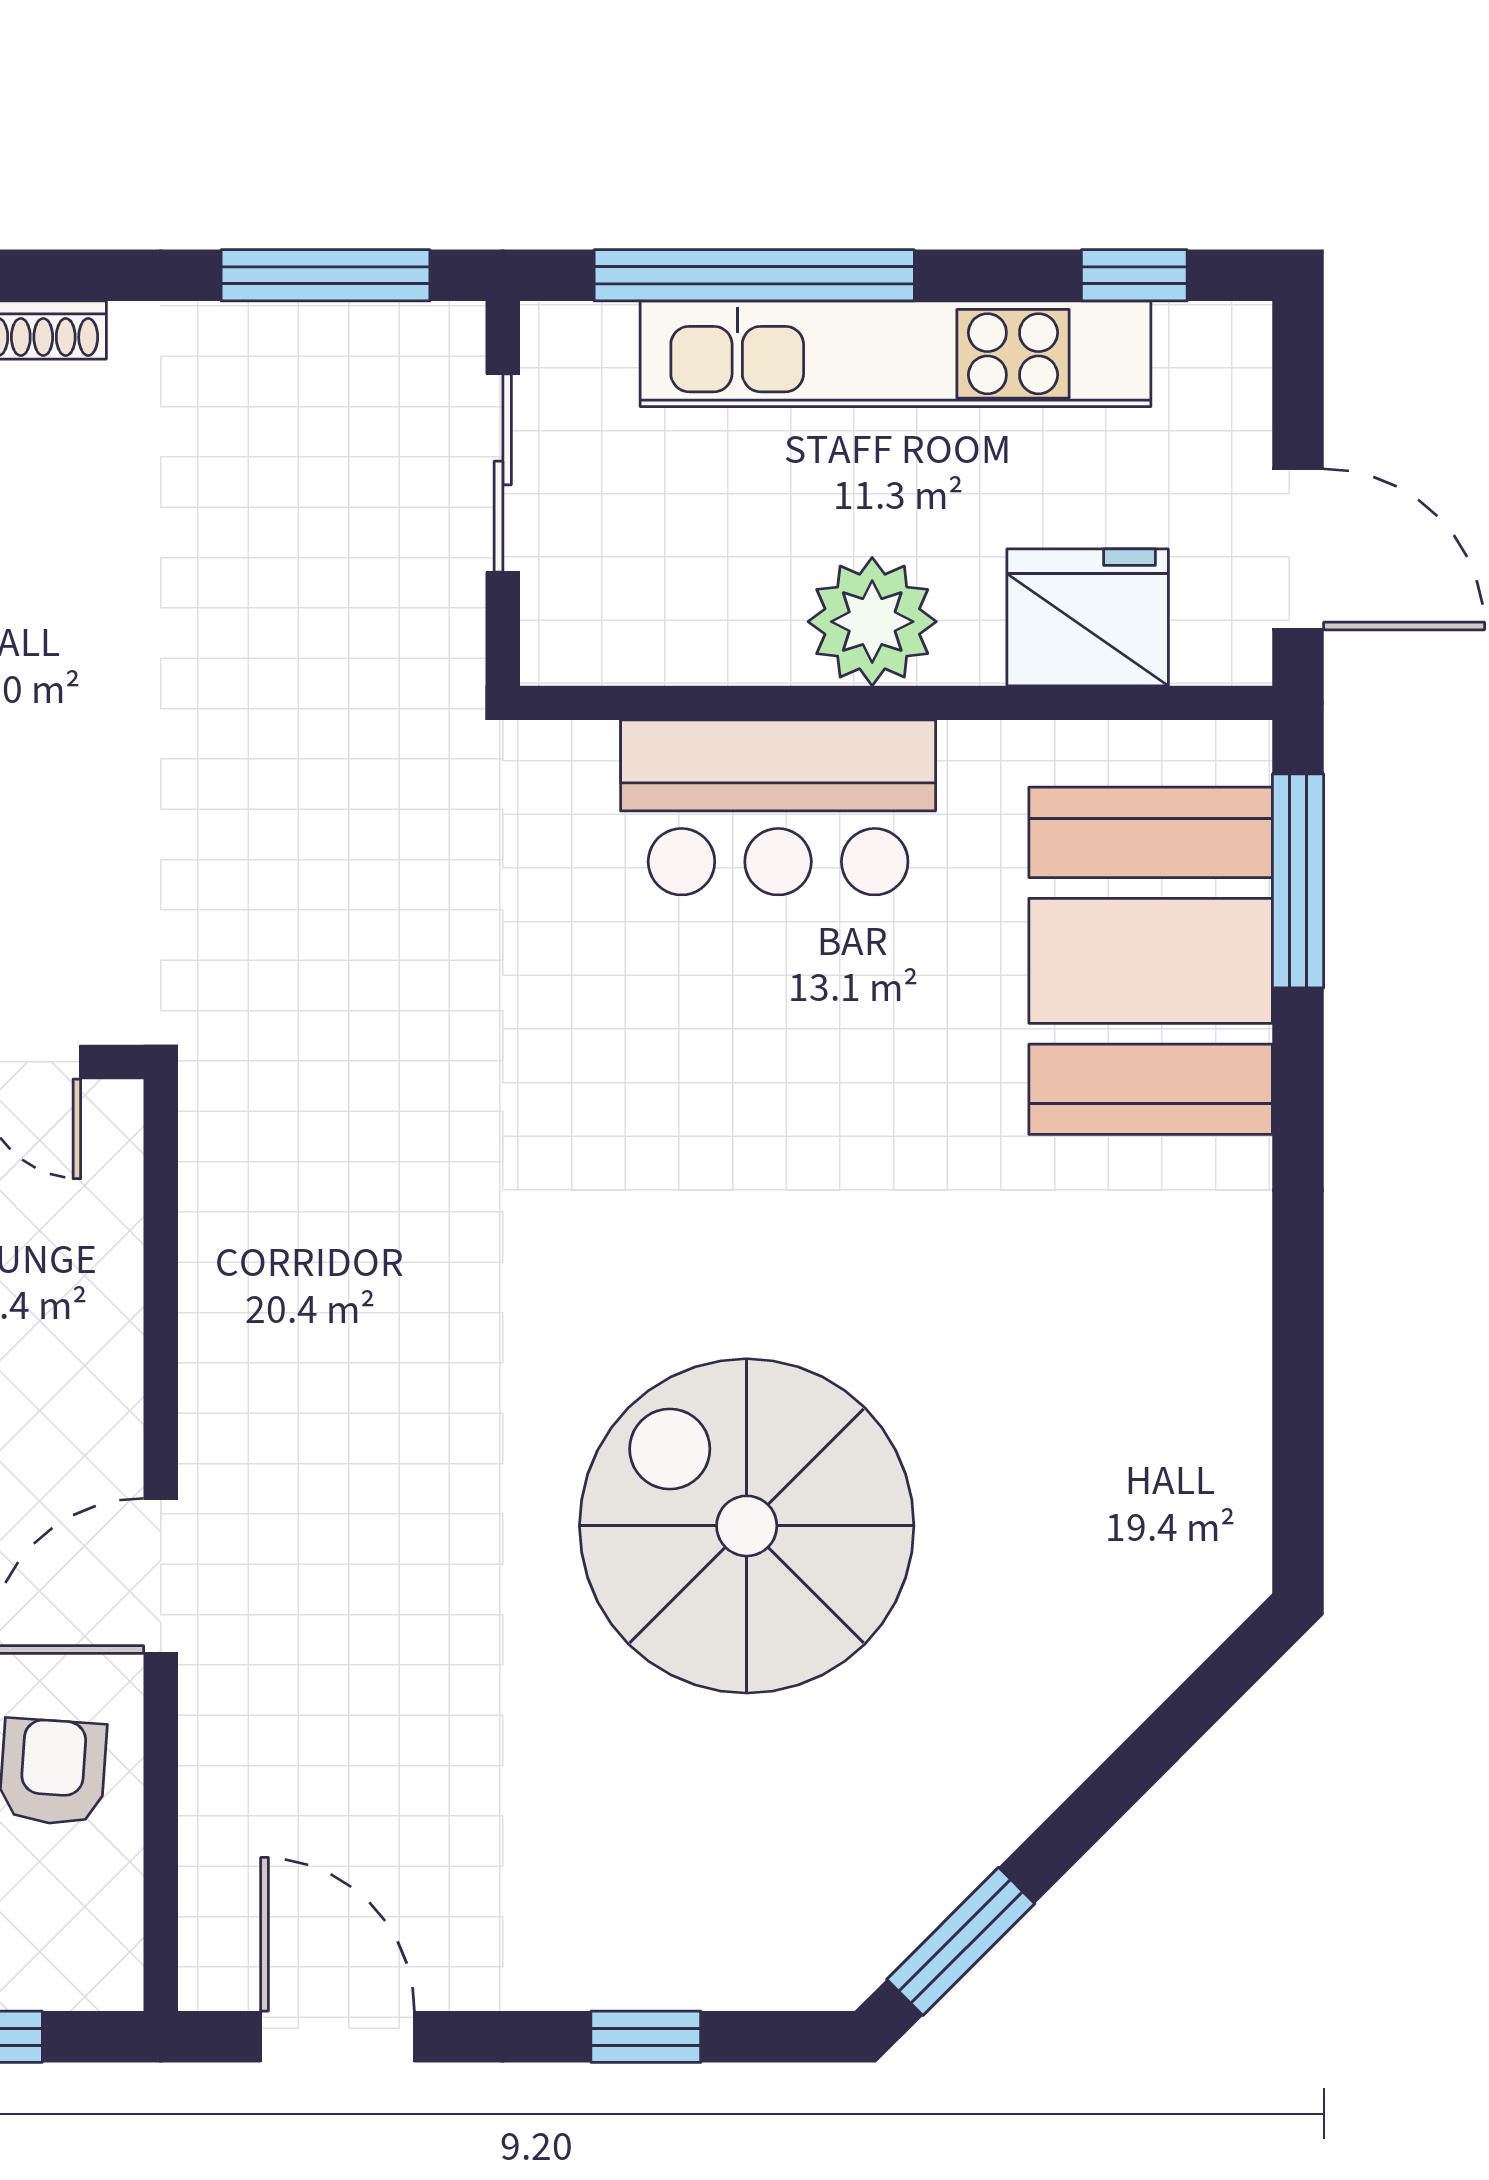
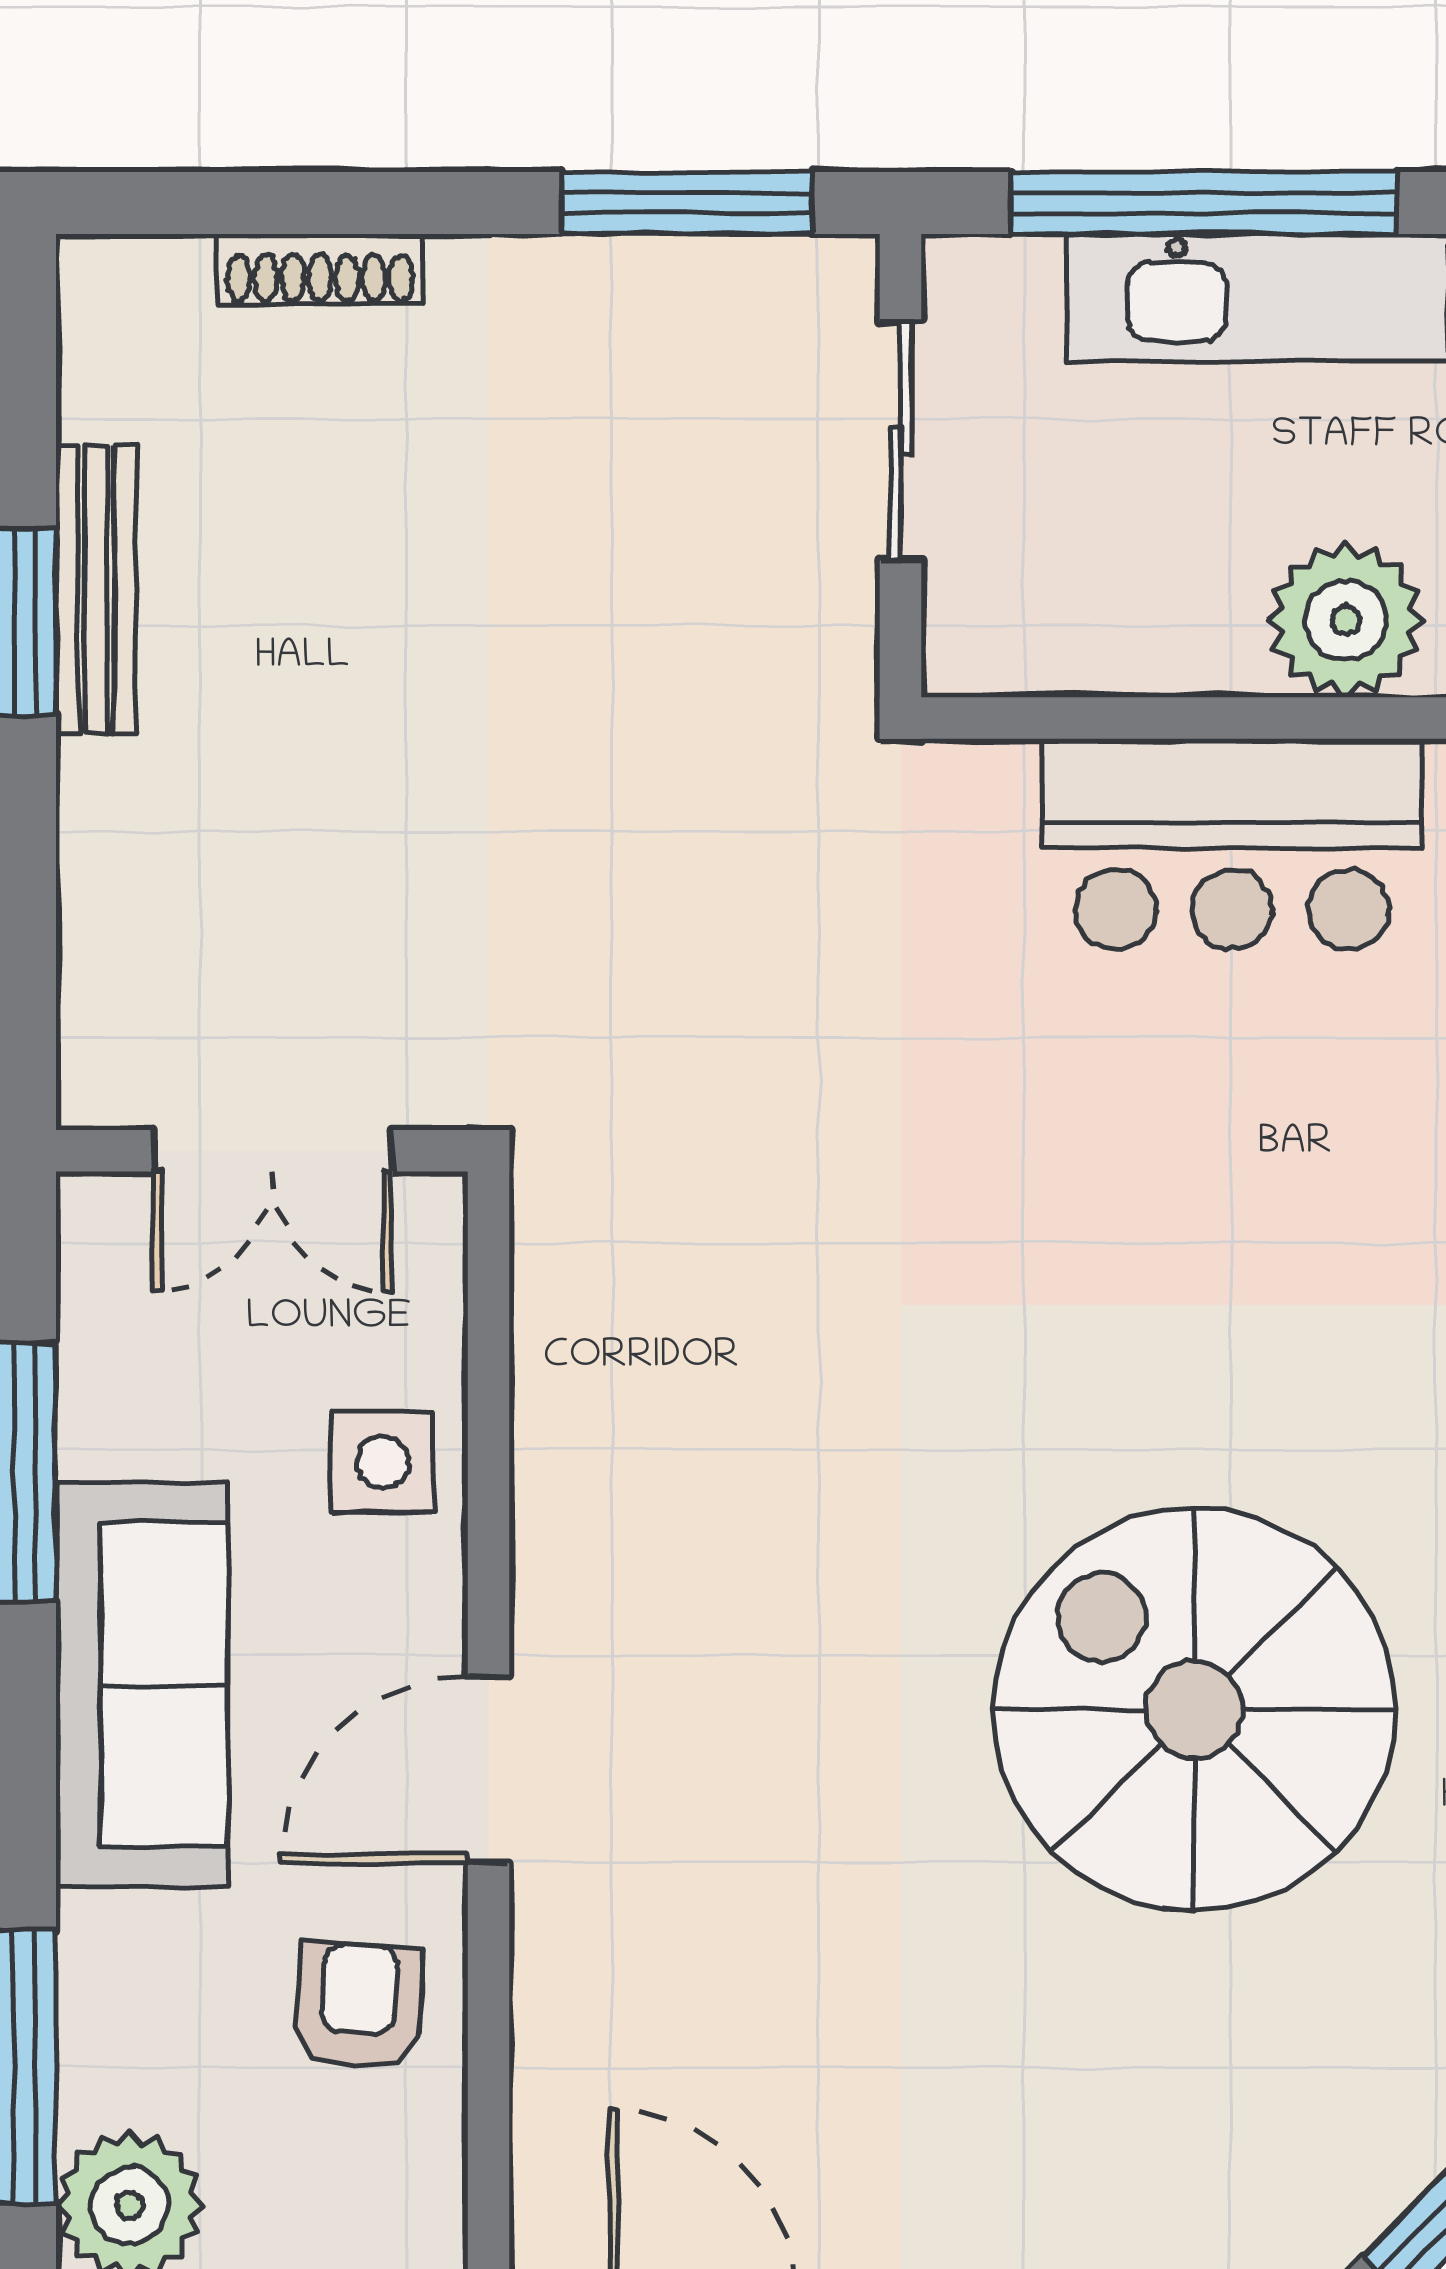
side table: (73, 1320) -> (383, 1462), added

